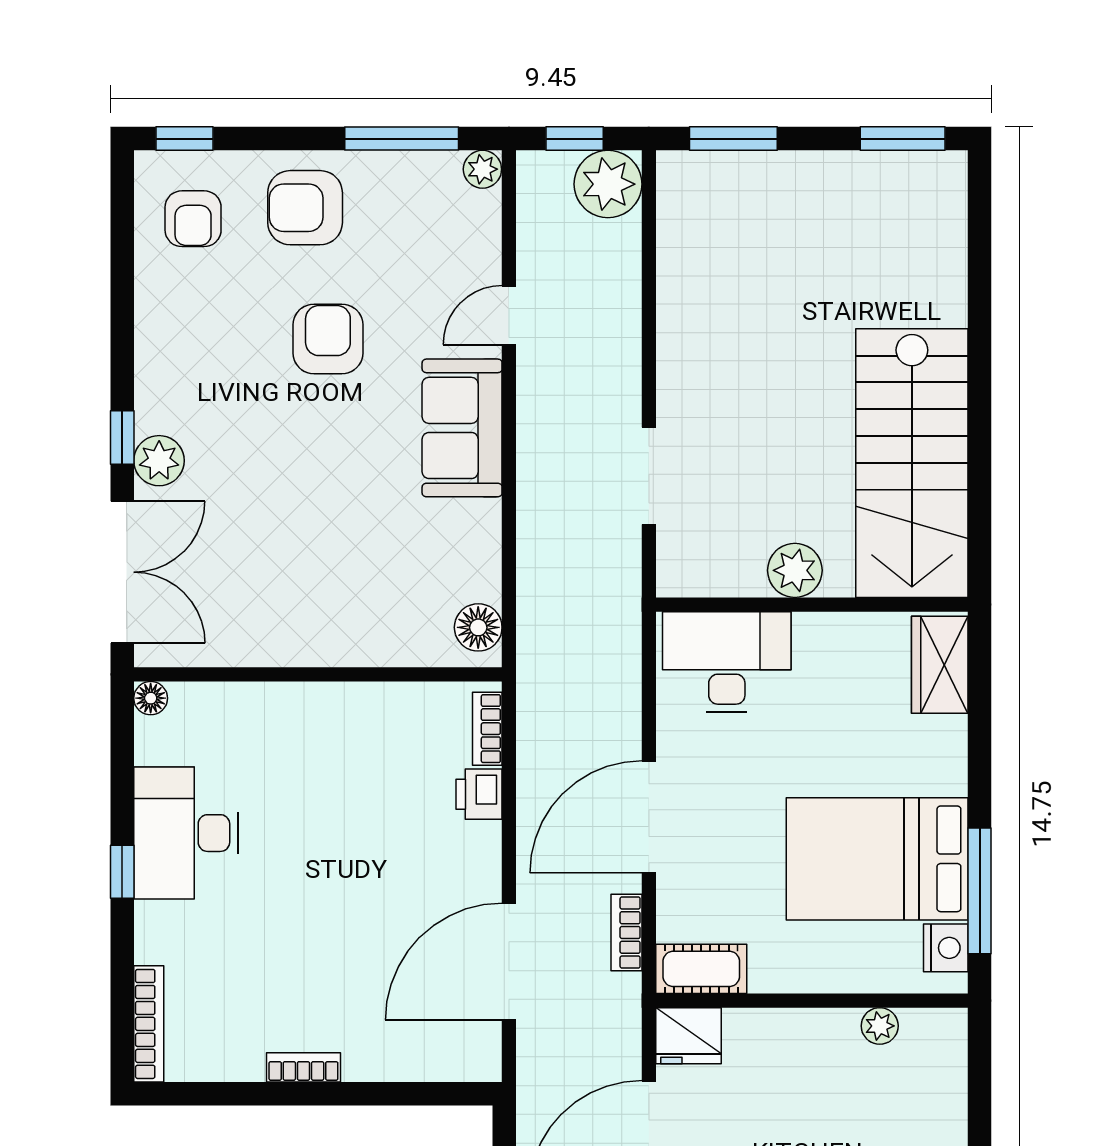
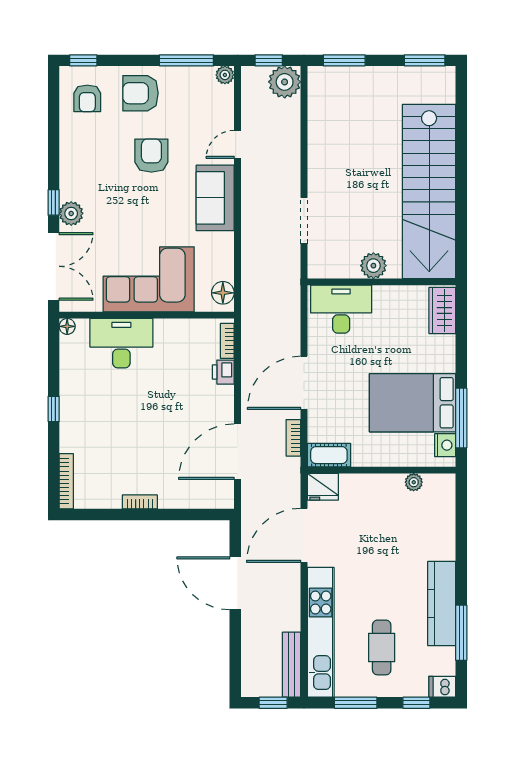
stairs: (912, 463) -> (429, 191), width x1.36
corner sofa: (322, 599) -> (149, 279), added
desk: (186, 833) -> (121, 343), moved, turned 90

